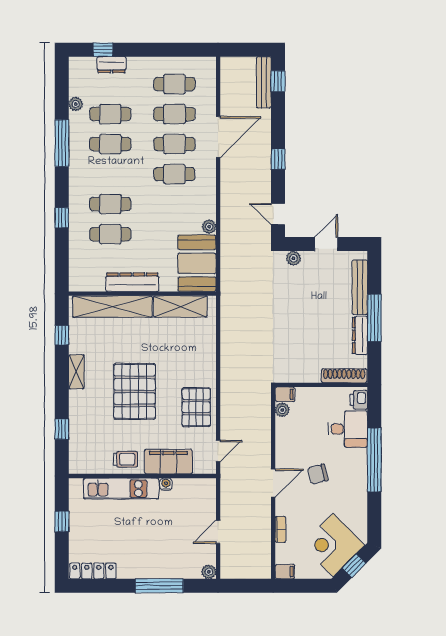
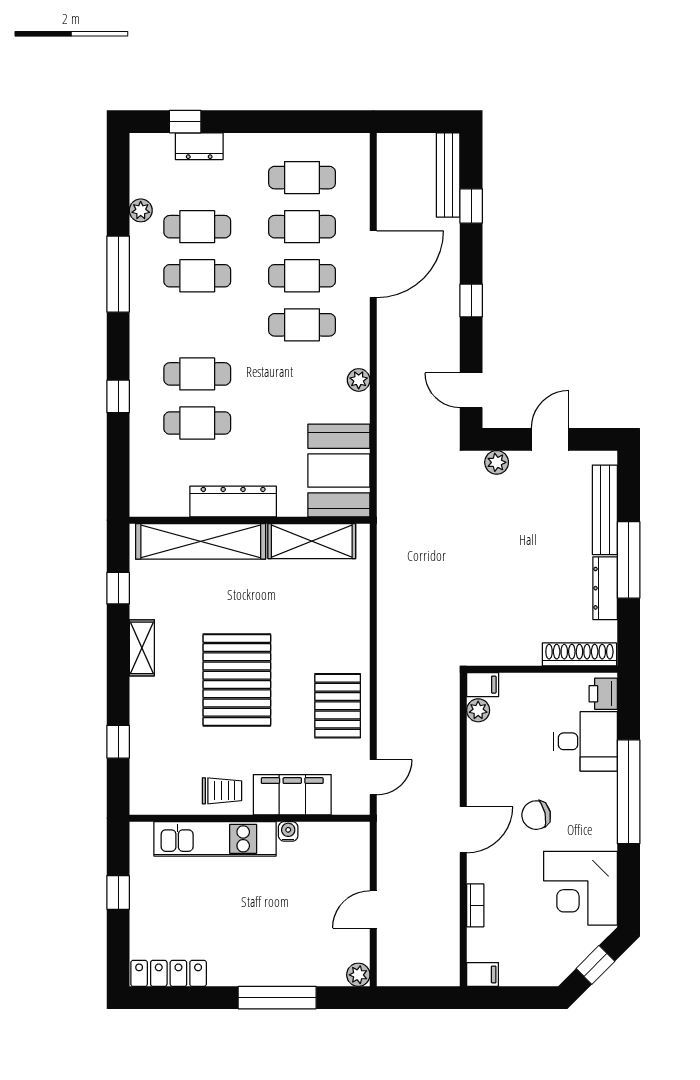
window: (278, 81) -> (471, 206), moved
plant: (209, 227) -> (359, 380), moved
corner desk: (333, 545) -> (580, 888), moved, turned -45

